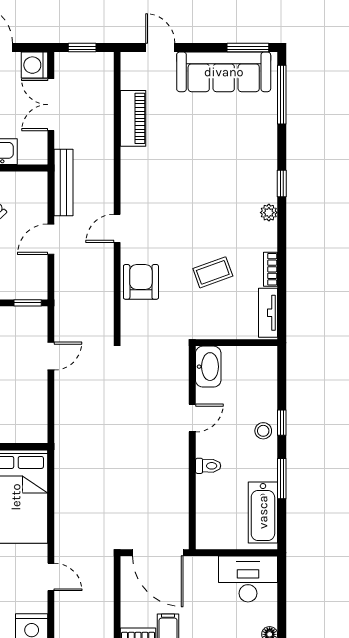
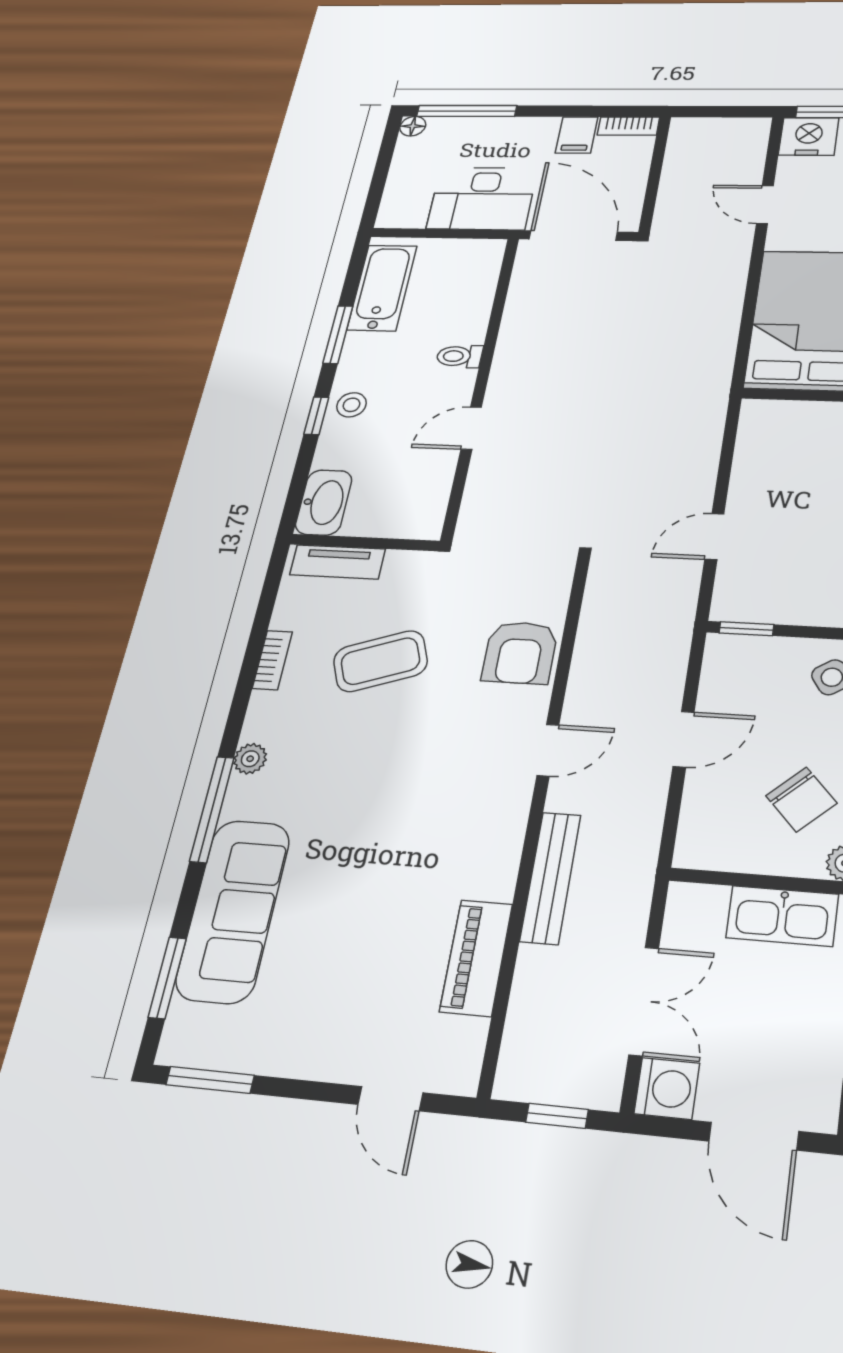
sofa: (224, 72) -> (233, 911), moved, turned 90
window: (282, 95) -> (167, 978), width x0.69
bench: (64, 183) -> (550, 878), moved
window: (282, 184) -> (212, 809), width x2.17
coffee table: (213, 272) -> (380, 661), width x1.36, depth x1.30
tv unit: (268, 313) -> (337, 562), moved, turned 90
washbasin: (208, 367) -> (324, 502), moved, turned 180
desk: (248, 579) -> (482, 199), moved

